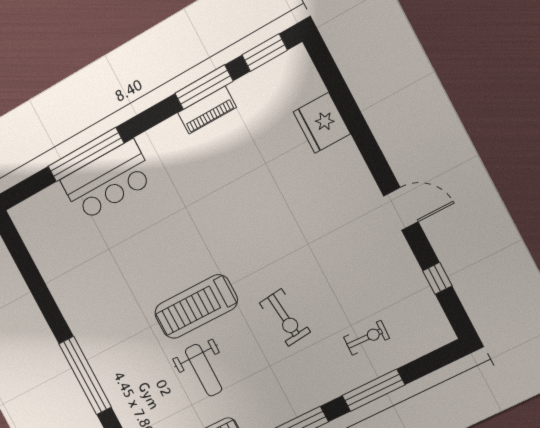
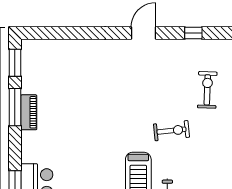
fridge: (322, 123) -> (72, 52), removed
exercise bike: (367, 338) -> (207, 90), width x1.38, depth x1.39

